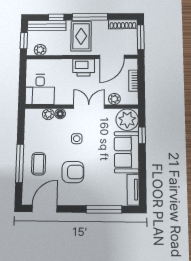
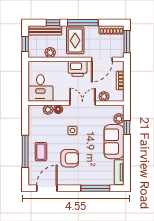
plant: (40, 50) -> (50, 53), moved
plant: (127, 120) -> (119, 119), width x0.53, depth x0.53

